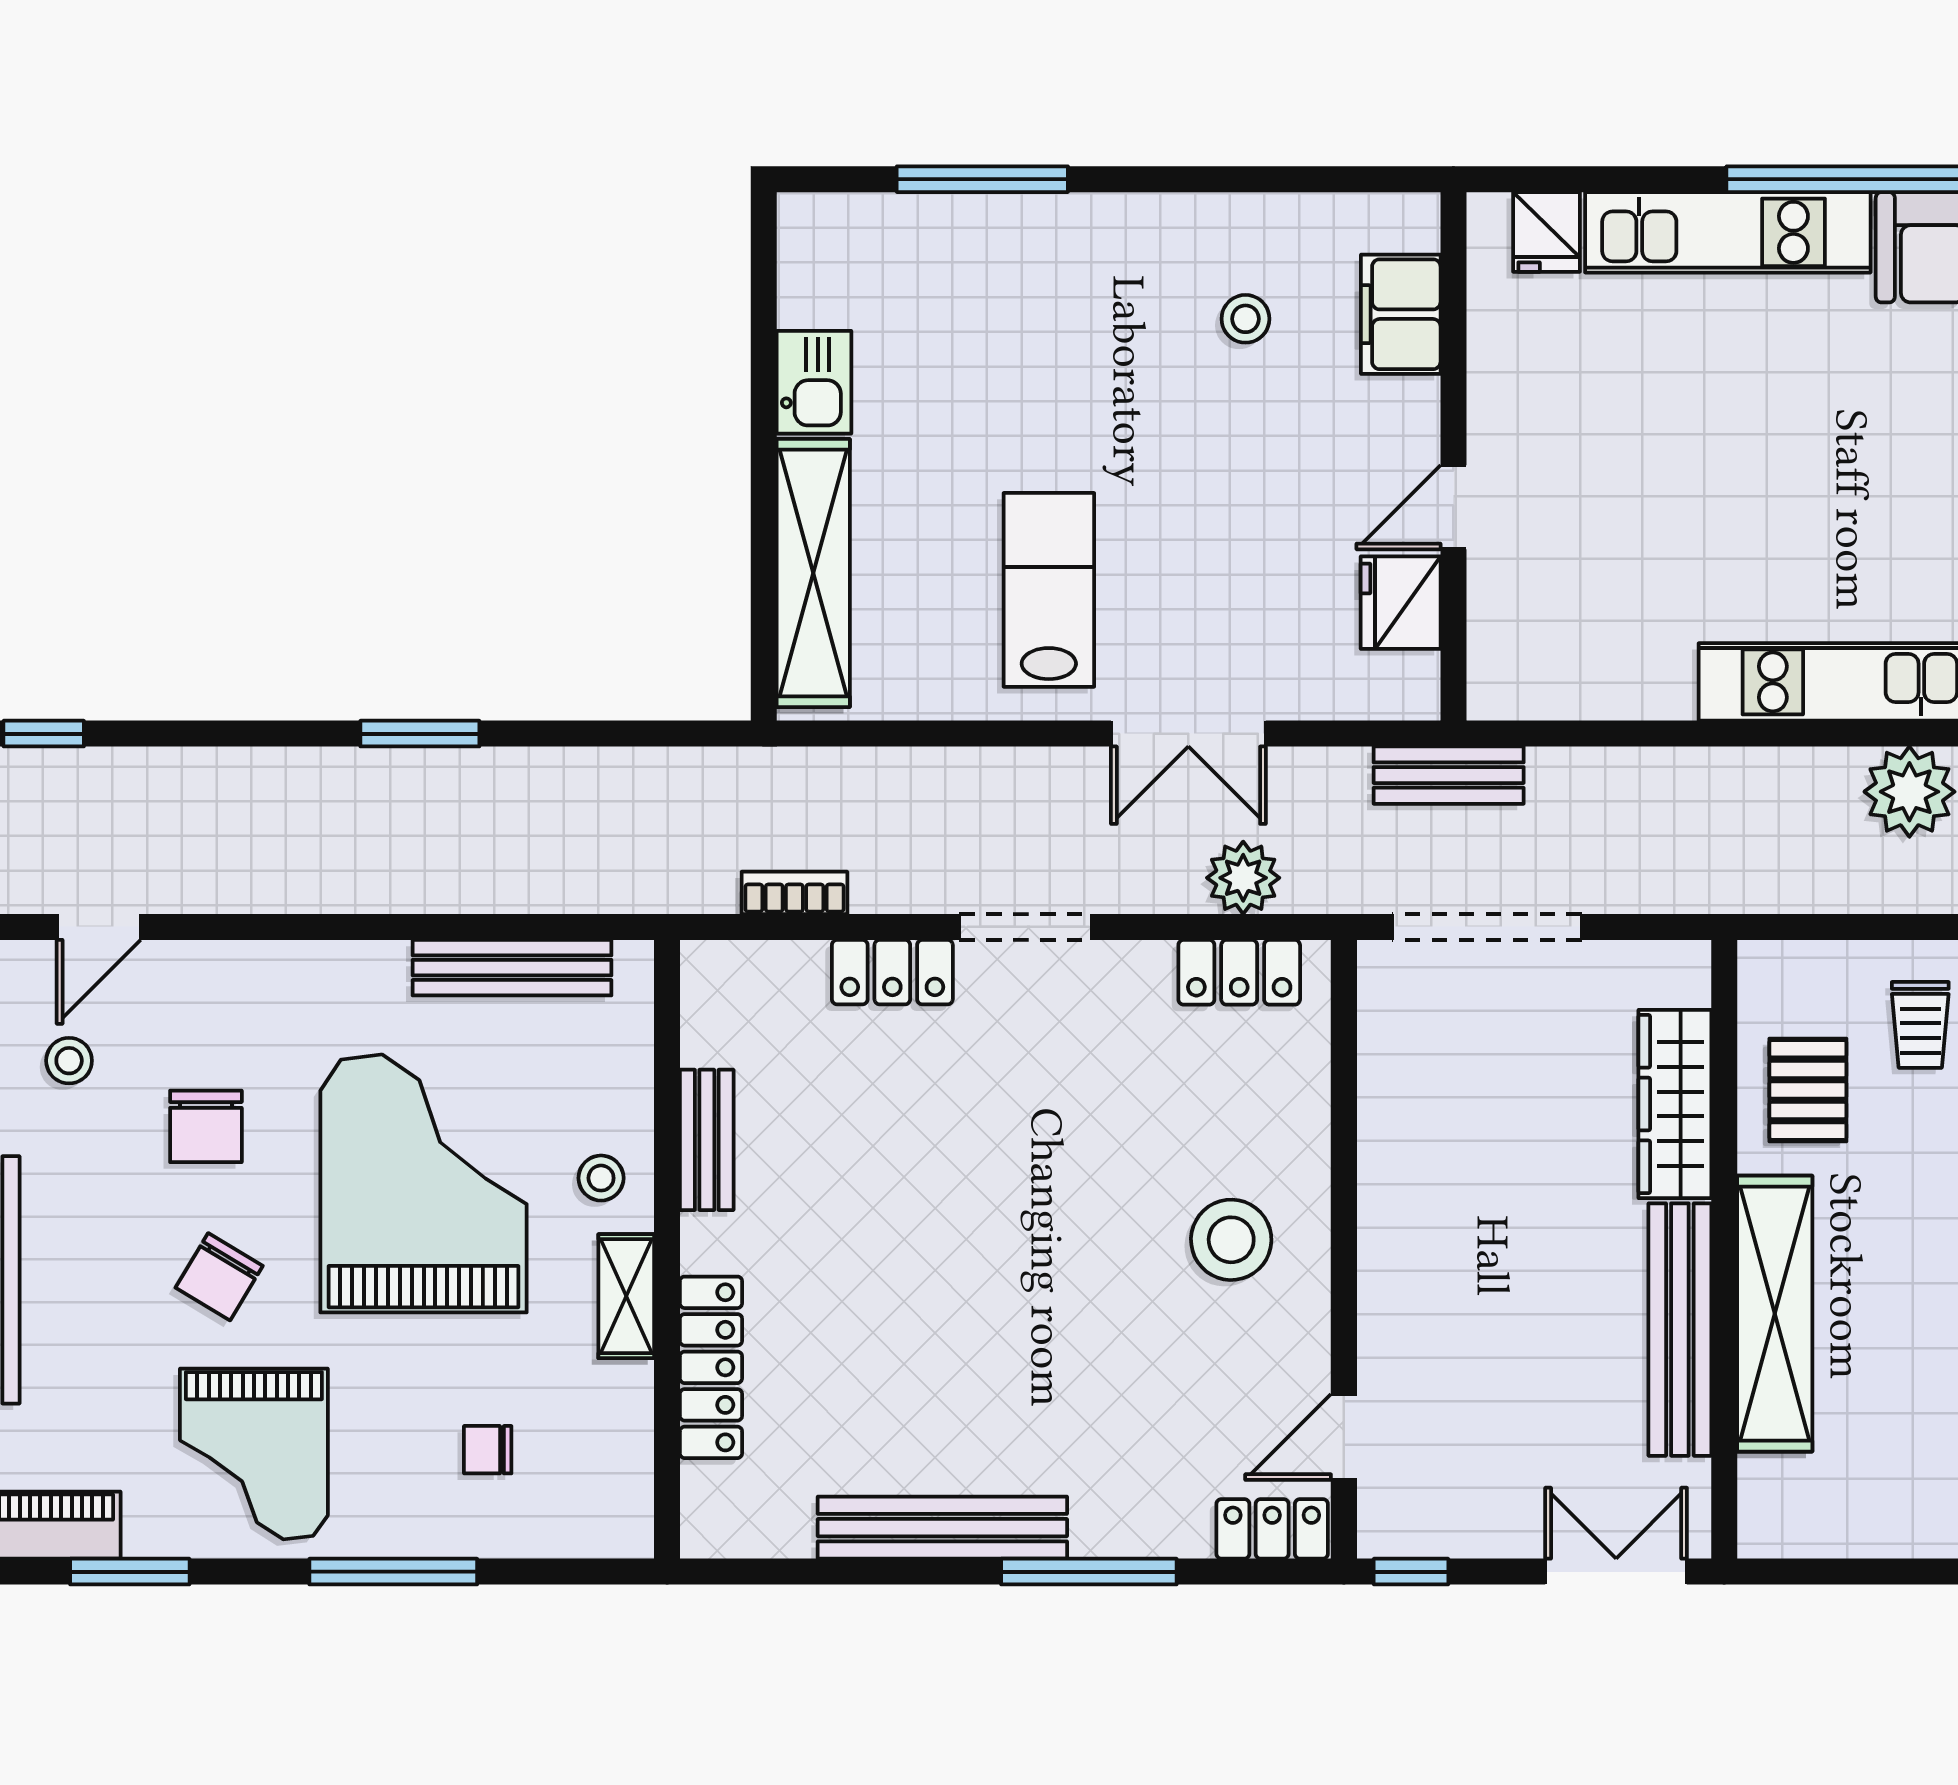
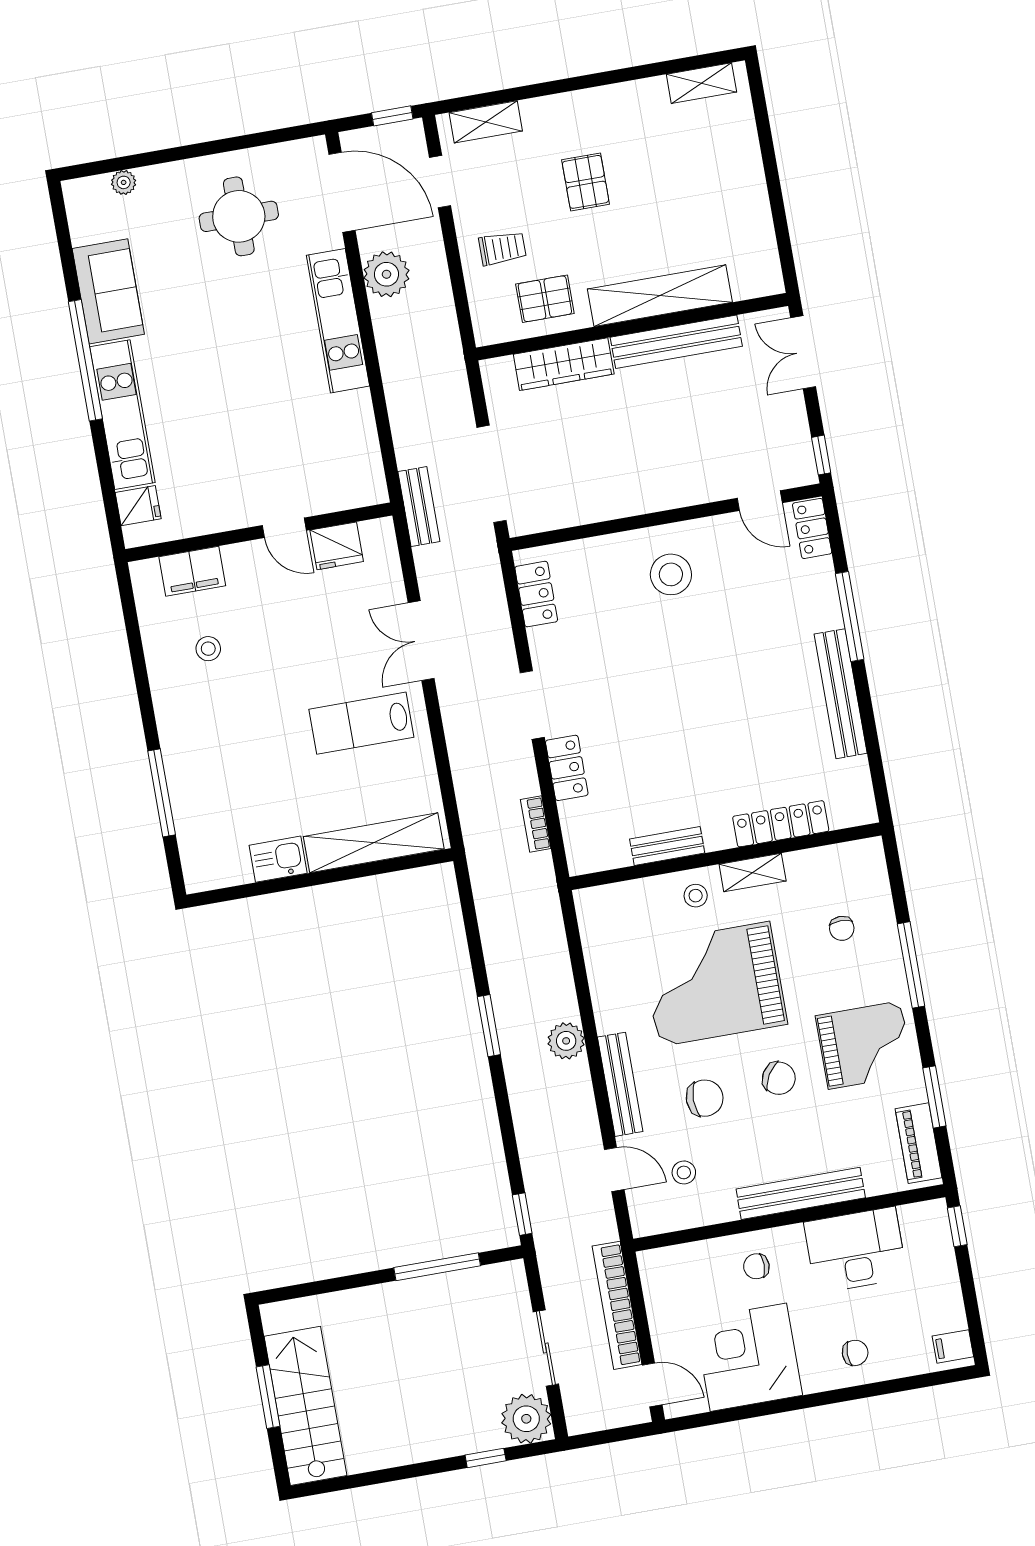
double door: (1188, 734) -> (421, 641), swing flipped
plant: (1243, 878) -> (566, 1041), moved
bench: (512, 968) -> (620, 1084), moved

